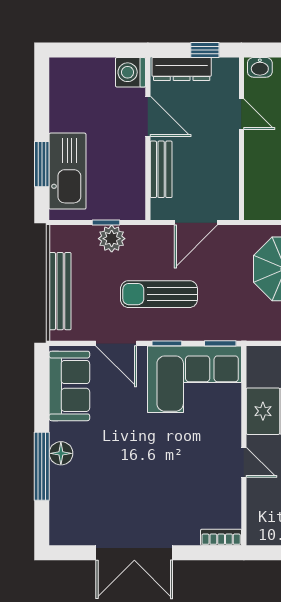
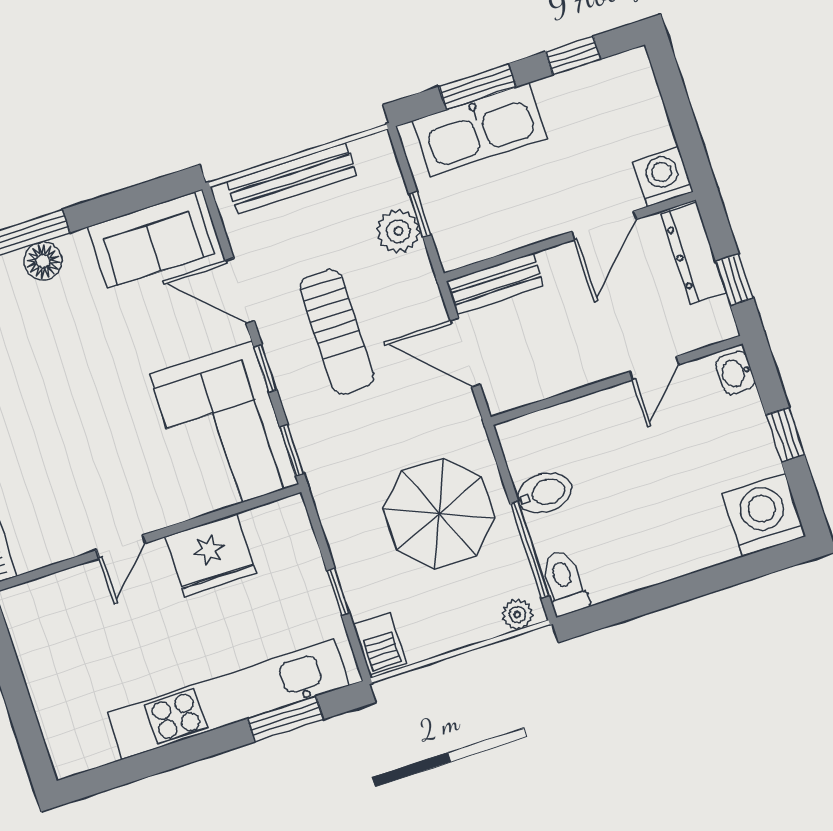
window: (42, 102) -> (573, 55), added
bench: (161, 169) -> (495, 284), moved
sun lounger: (159, 294) -> (337, 332), turned 180
door: (116, 343) -> (240, 291), hinge flipped

